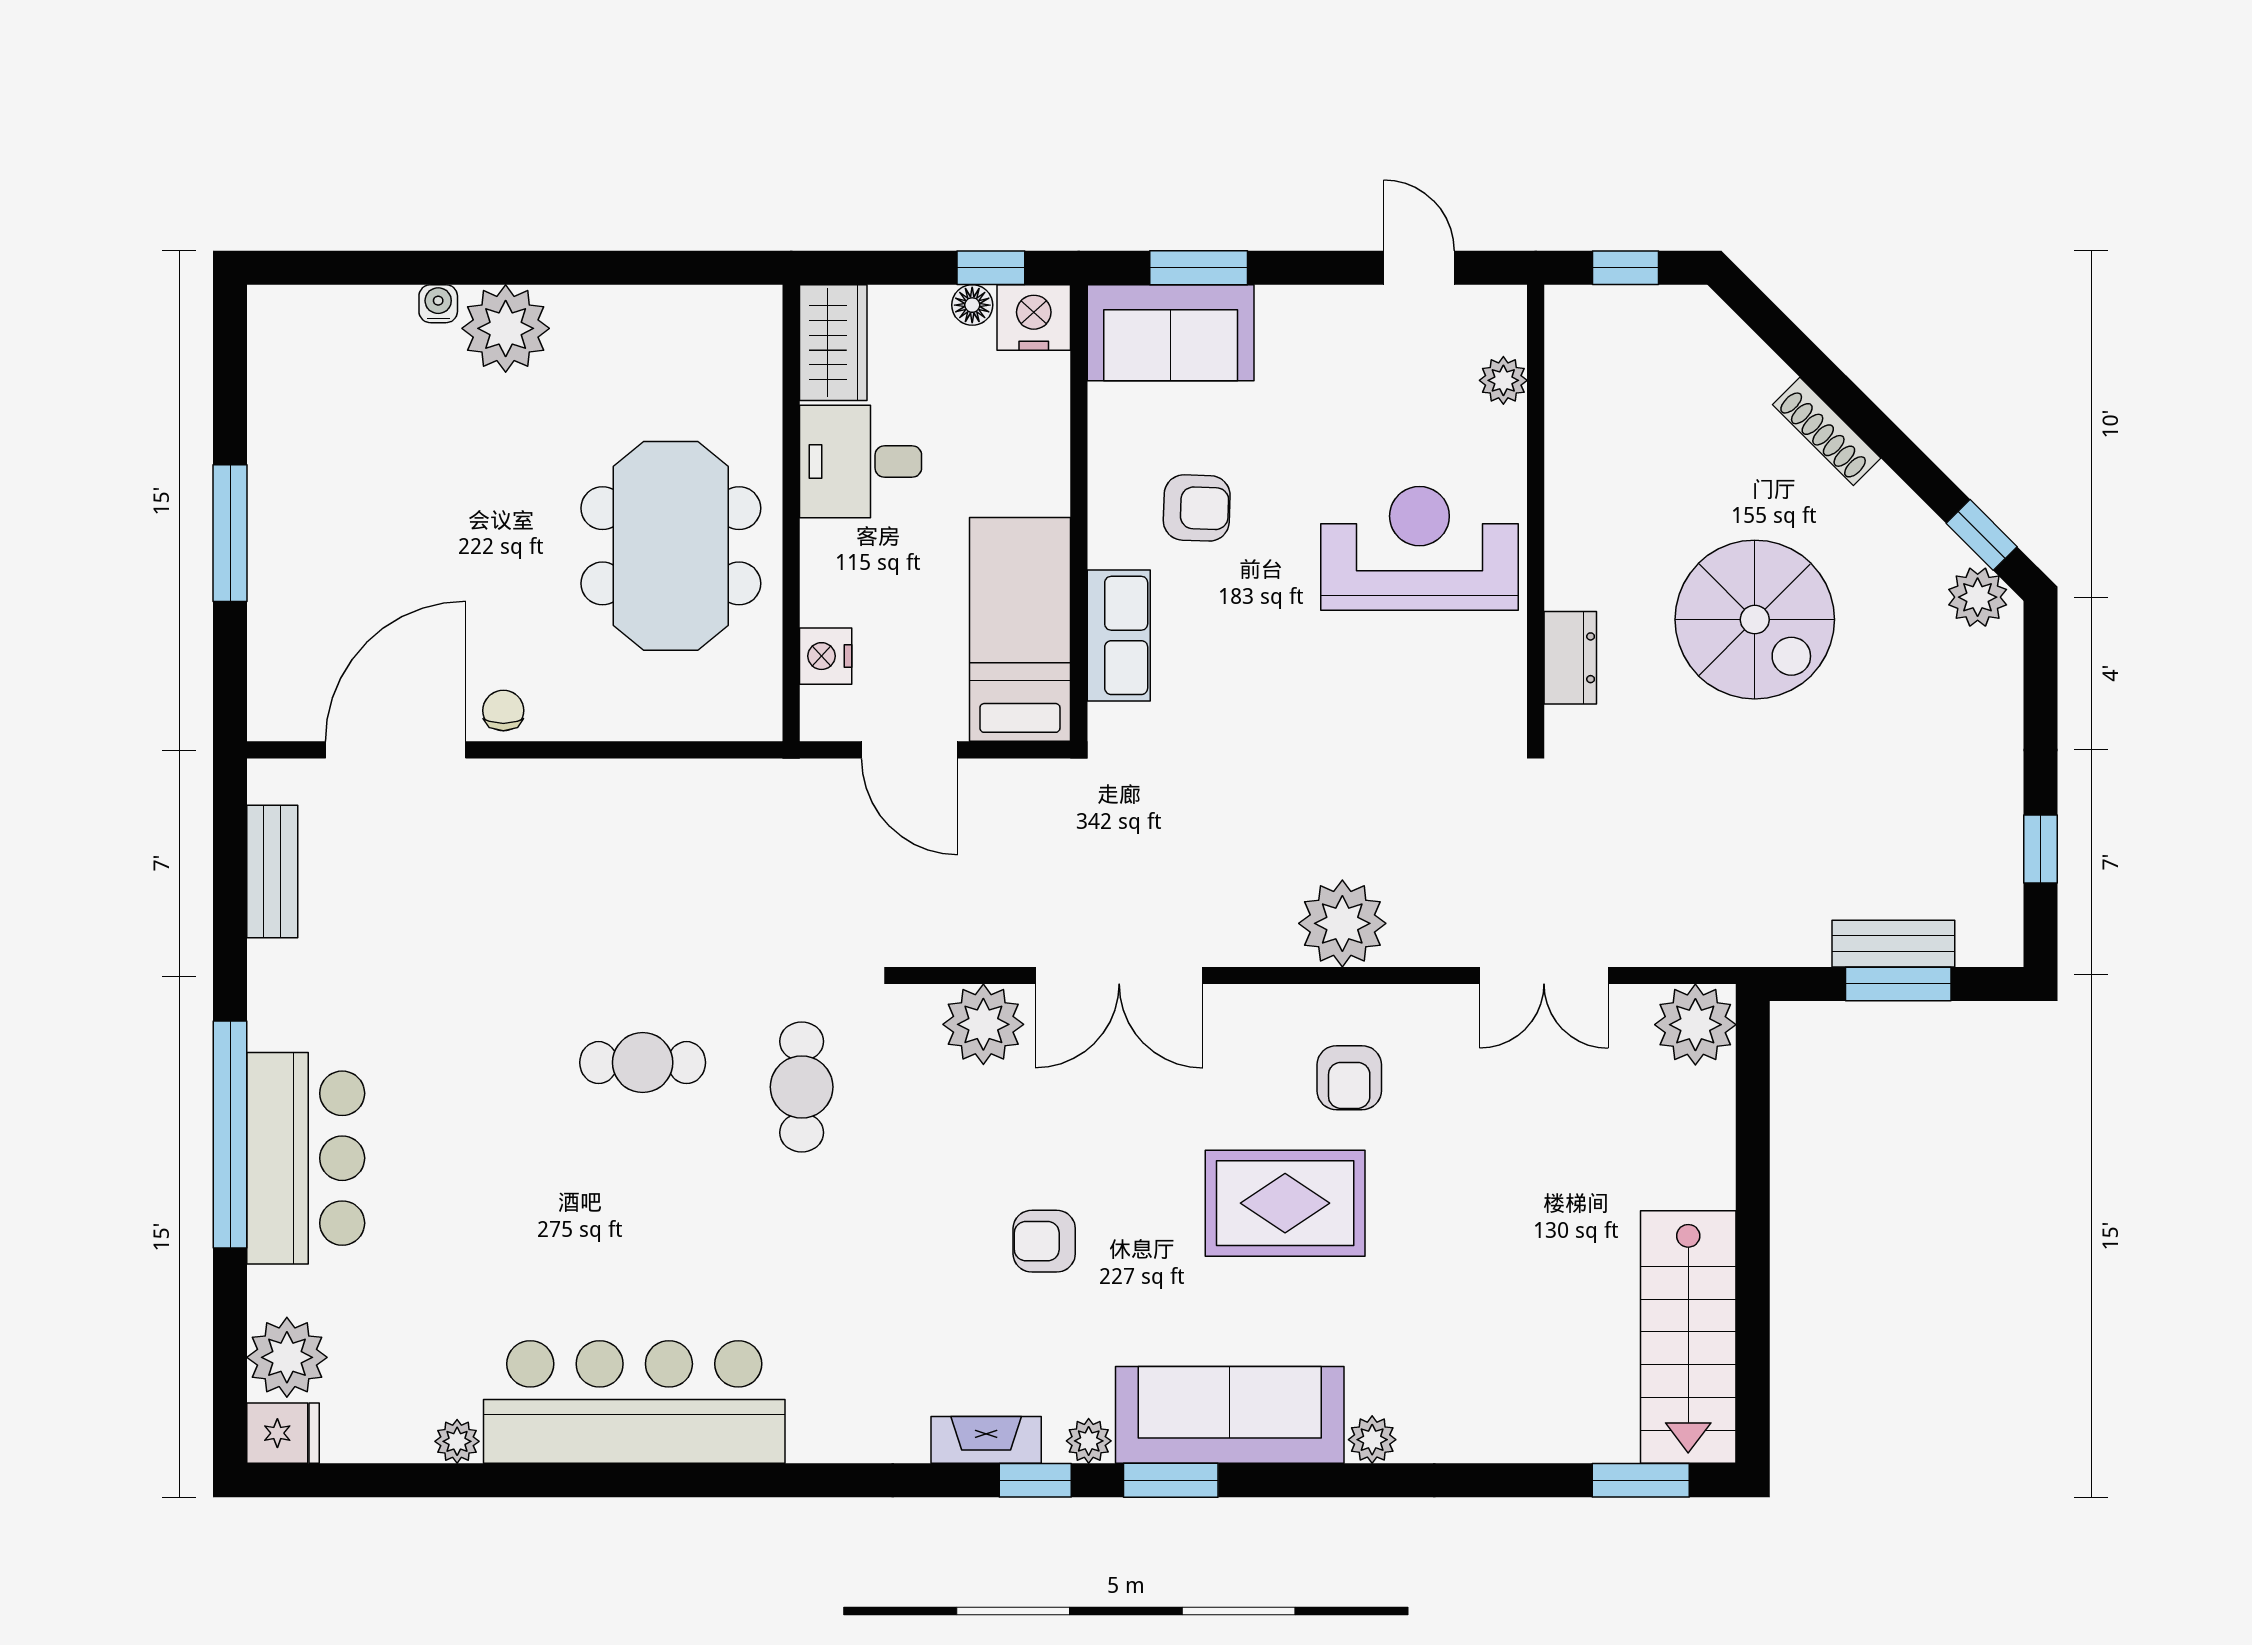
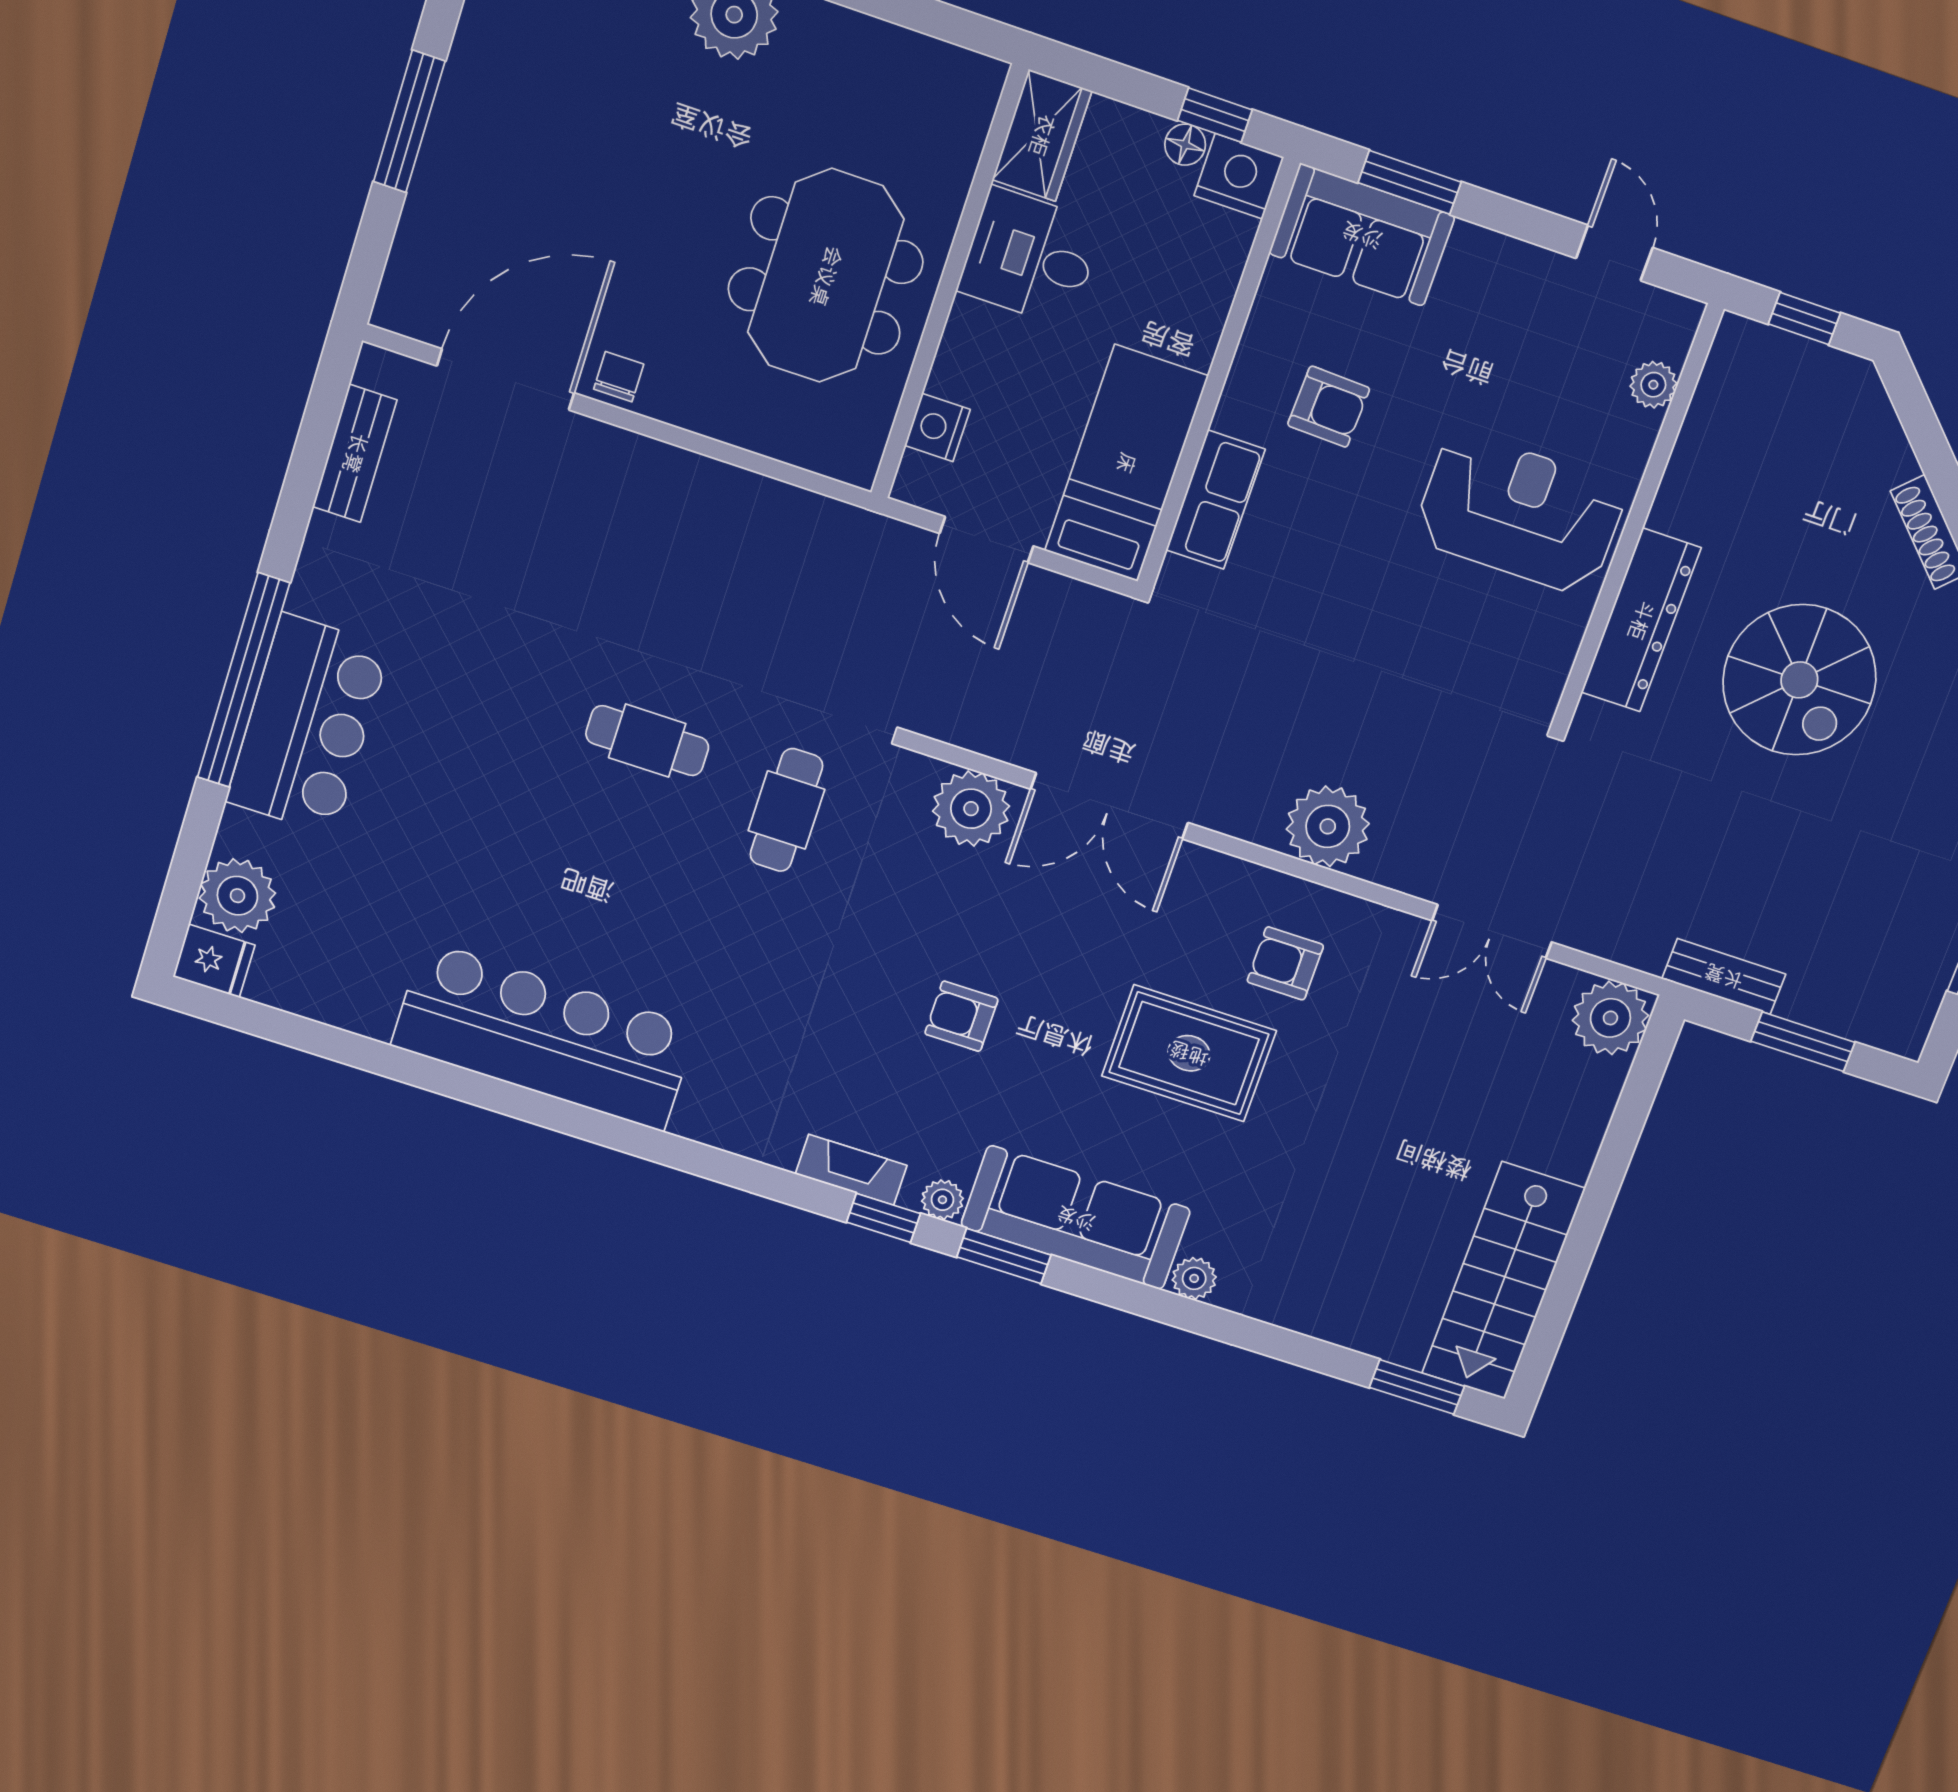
dresser: (1570, 658) -> (1641, 620), width x1.96, depth x1.24
bench: (1893, 944) -> (1724, 976), moved
armchair: (1349, 1078) -> (1285, 963), turned 90
plant: (457, 1441) -> (372, 1019), removed

